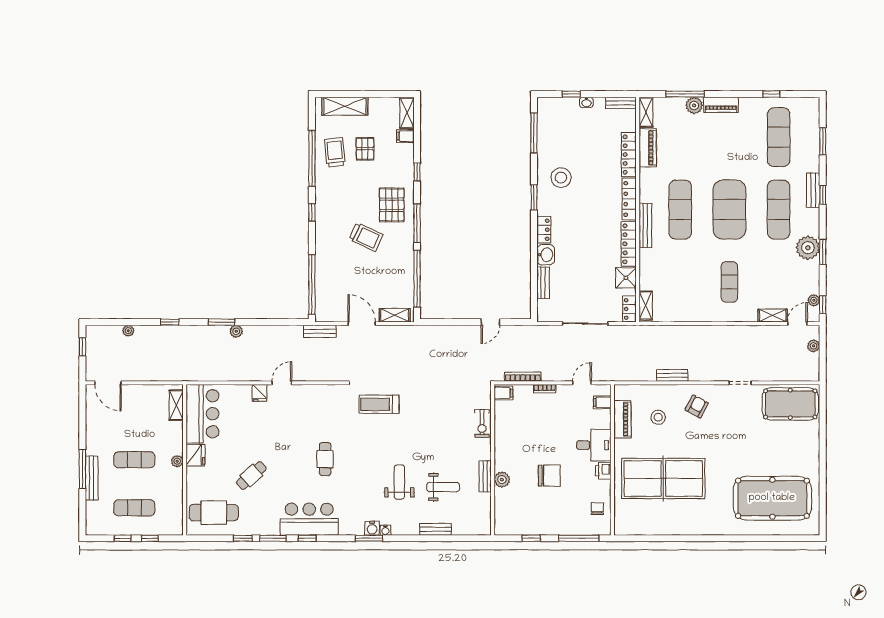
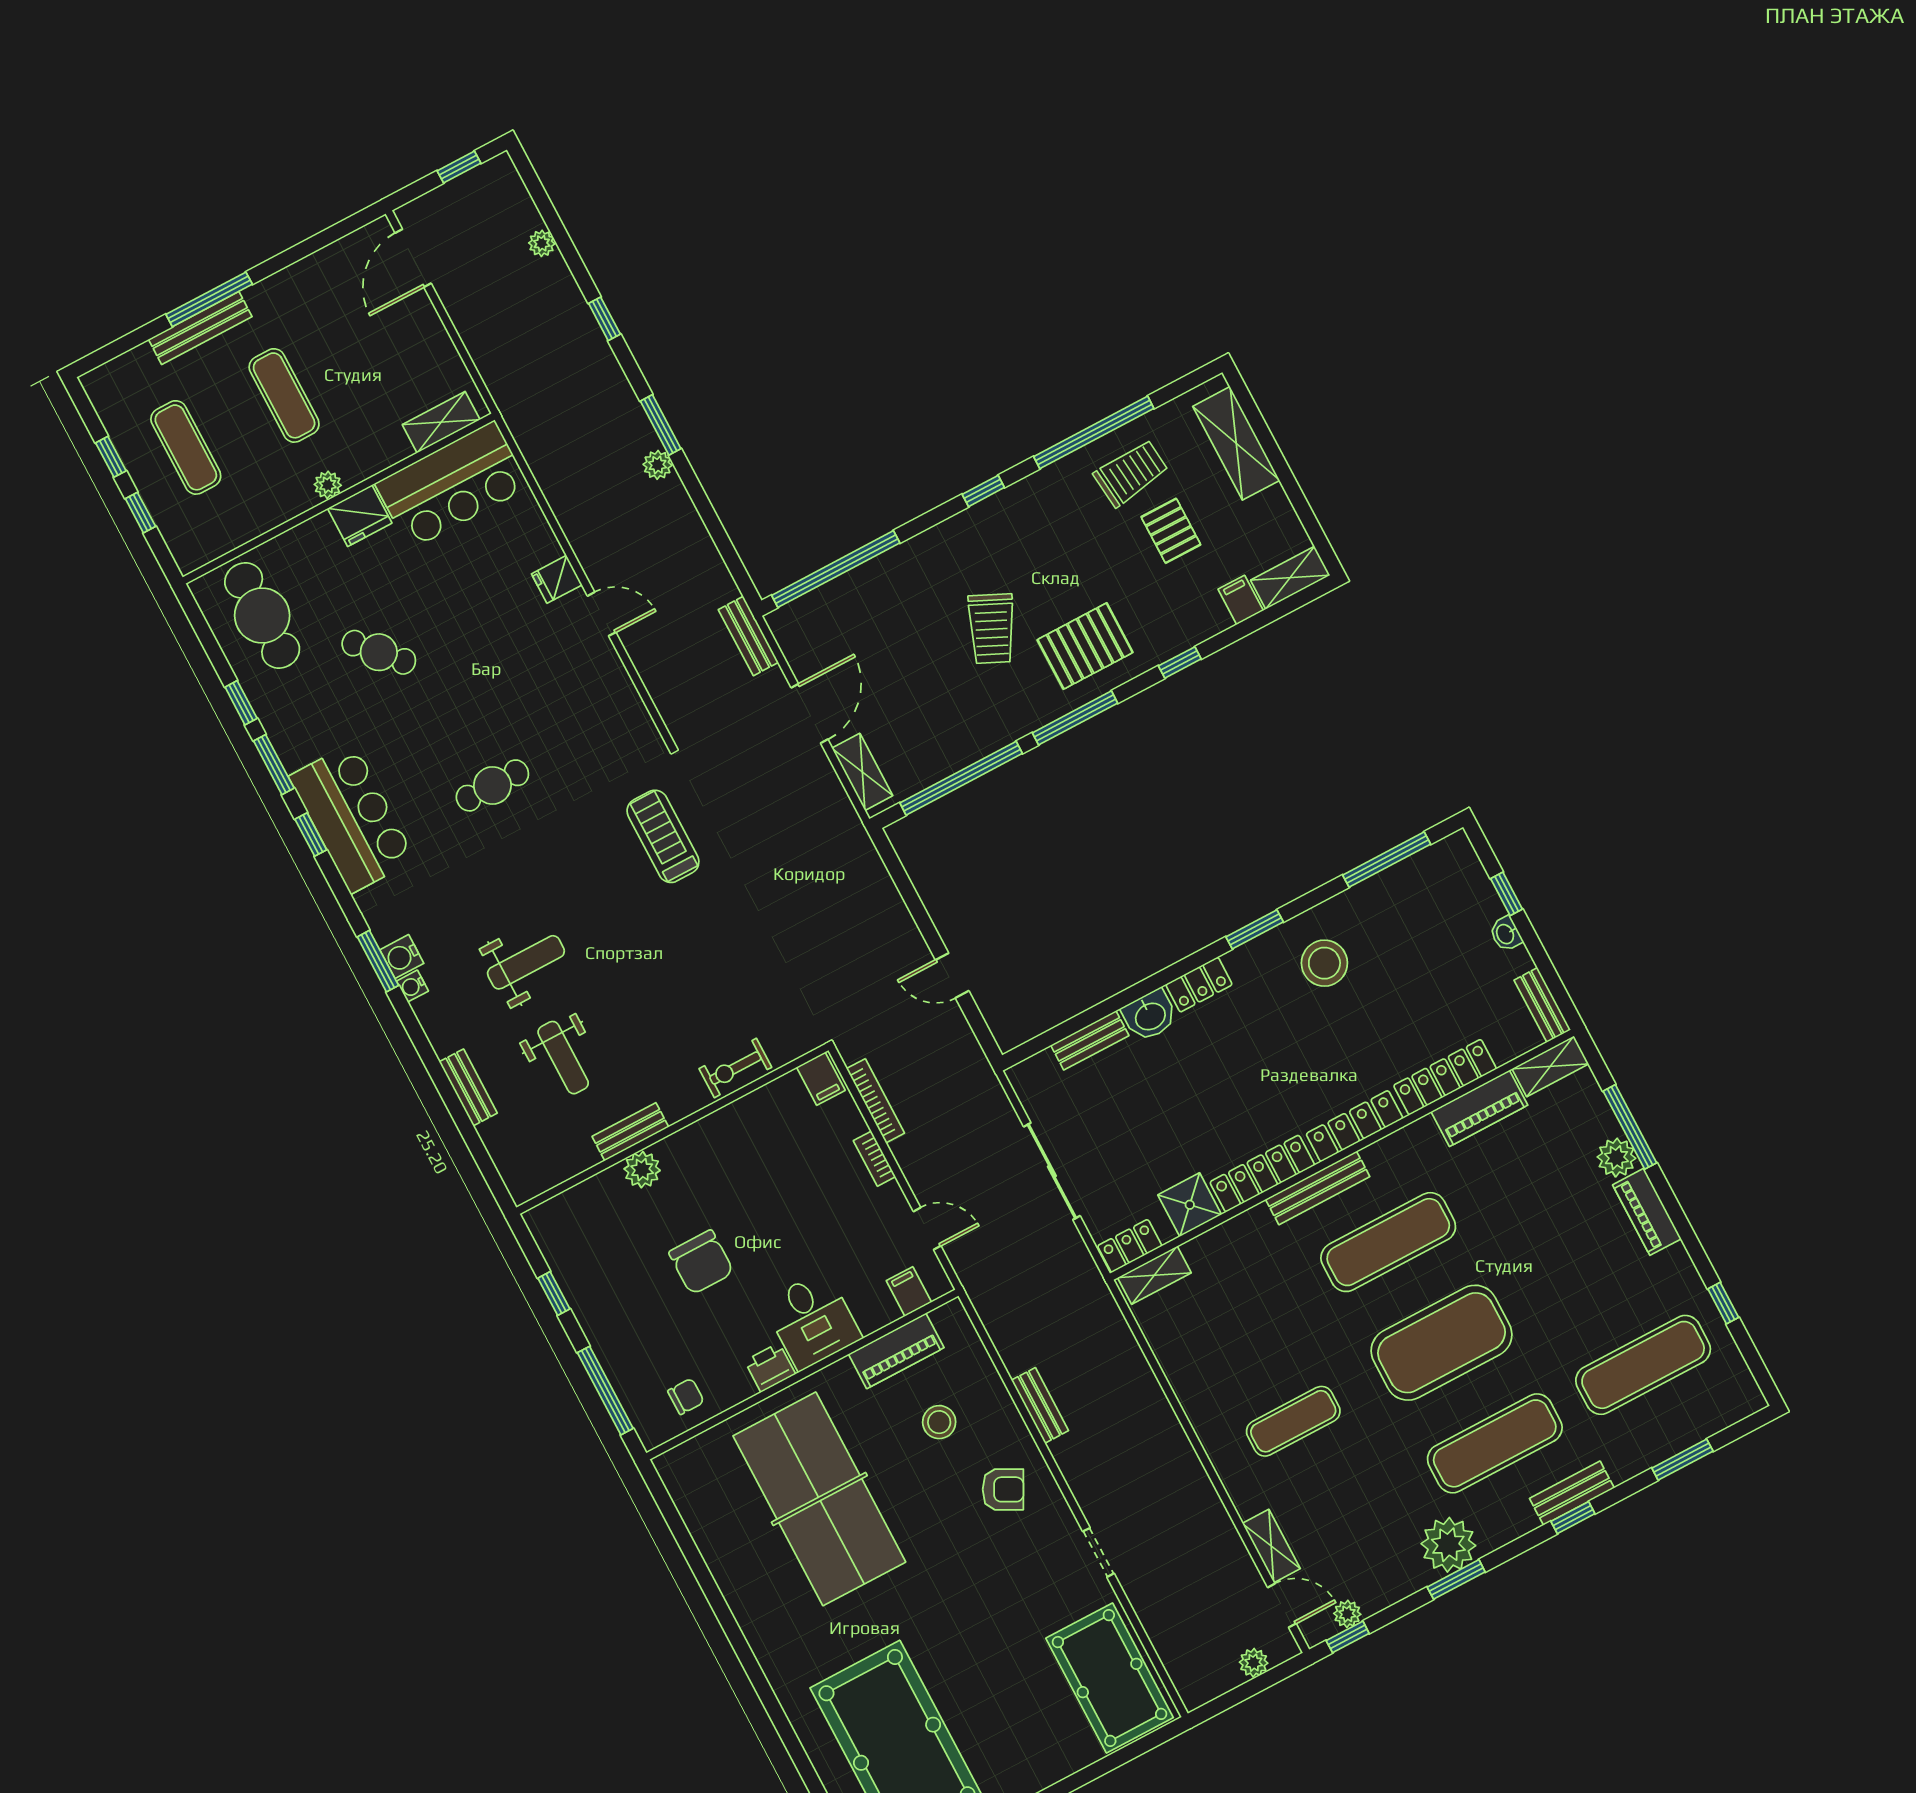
pallet: (365, 149) -> (1171, 531), turned 90

